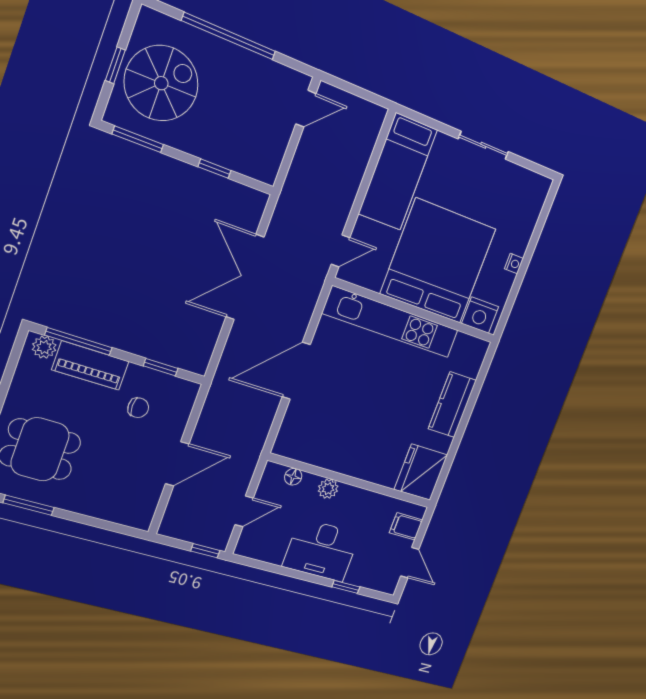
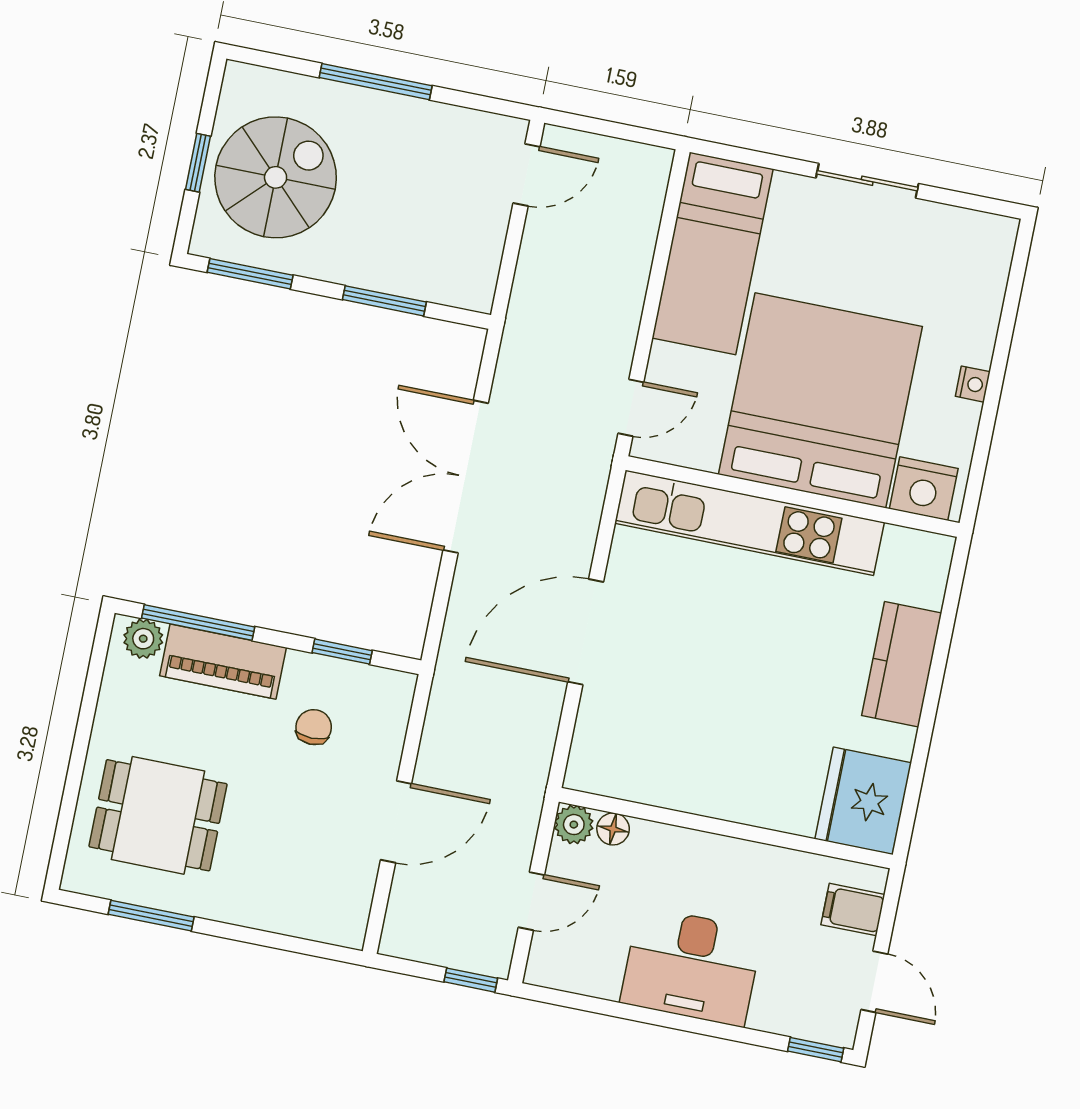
window: (229, 36) -> (376, 82), width x0.68
window: (214, 169) -> (384, 301), width x1.50
chair: (138, 408) -> (314, 727), turned -90
plant: (328, 489) -> (574, 825), moved
window: (346, 587) -> (816, 1050), moved

